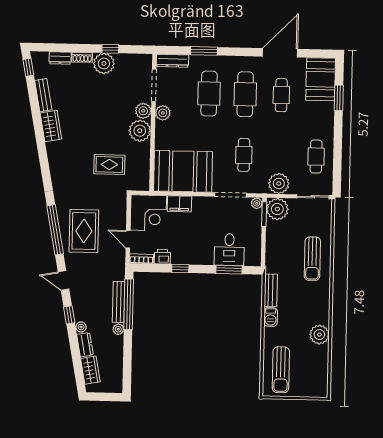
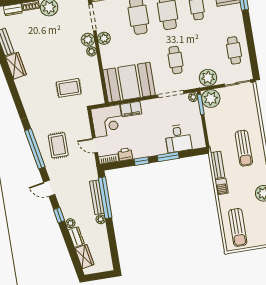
plant: (140, 131) -> (92, 51), width x0.53, depth x0.53
rug: (84, 231) -> (58, 145), width x0.73, depth x0.70
sun lounger: (312, 259) -> (244, 148), moved
window: (229, 270) -> (168, 157), moved

